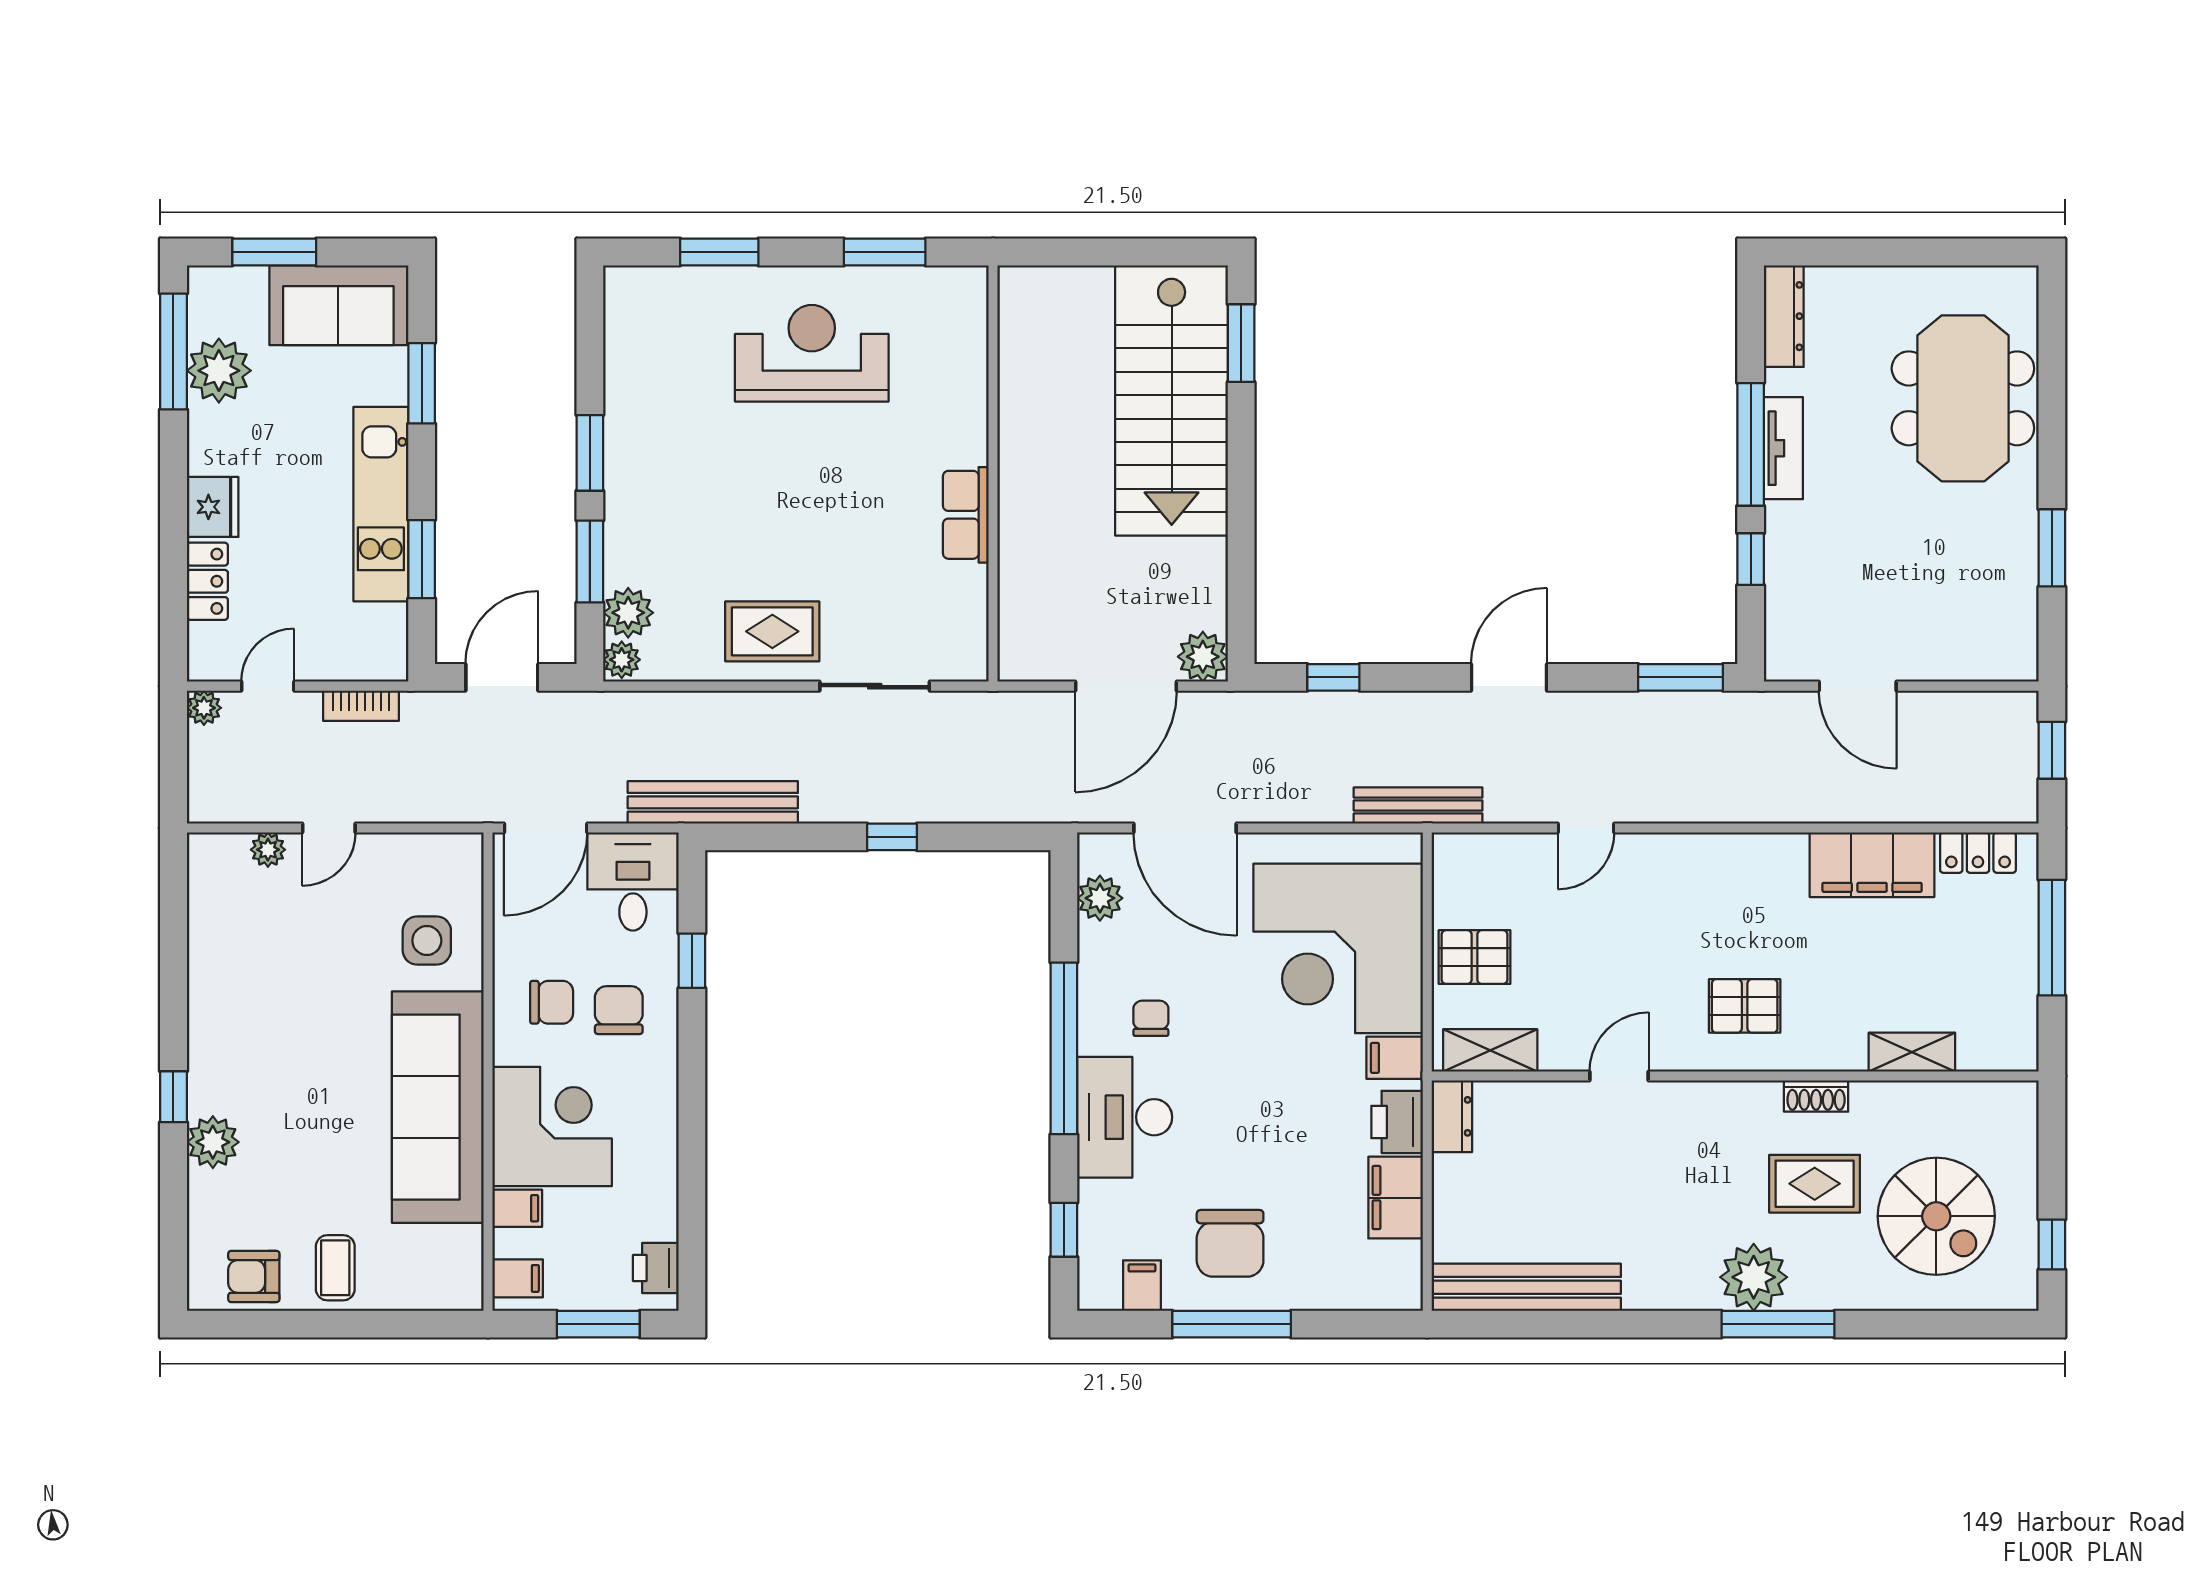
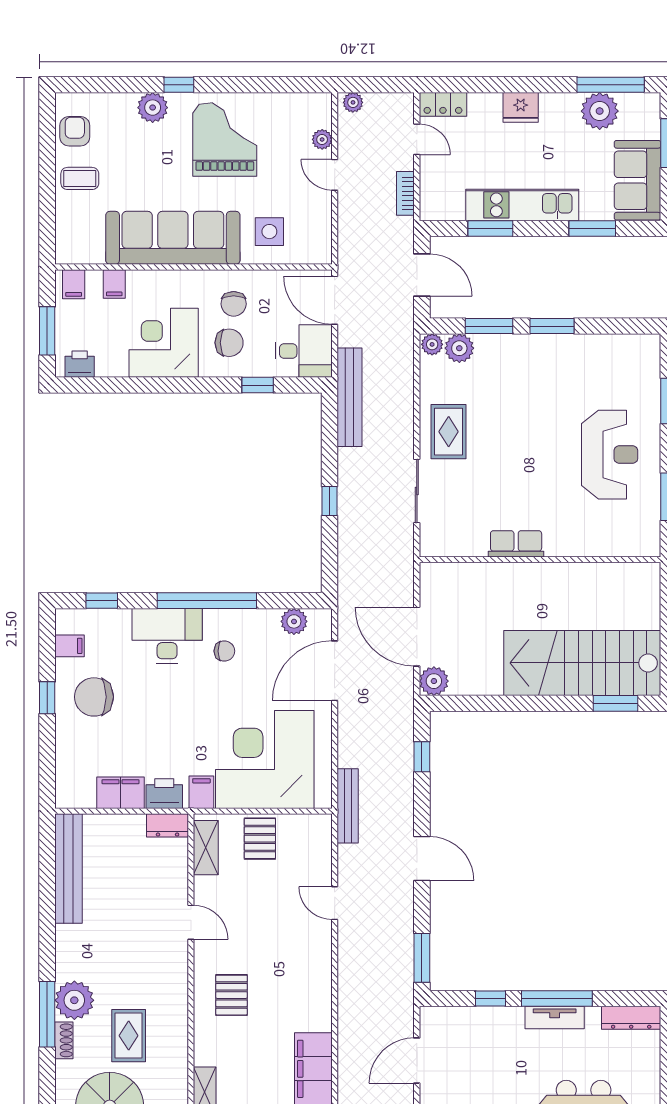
locker: (207, 581) -> (443, 104), moved
plant: (204, 708) -> (353, 102), moved
grand piano: (268, 1017) -> (225, 140), added
shoe rack: (1816, 1096) -> (64, 1040), moved, turned 180
corner desk: (552, 1127) -> (164, 343), moved, turned 180
window: (1232, 1324) -> (47, 698), width x0.46

